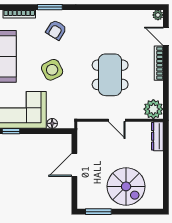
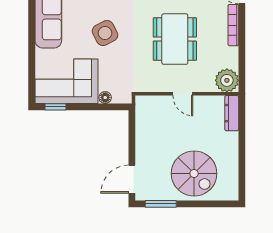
door: (74, 165) -> (132, 179), moved

